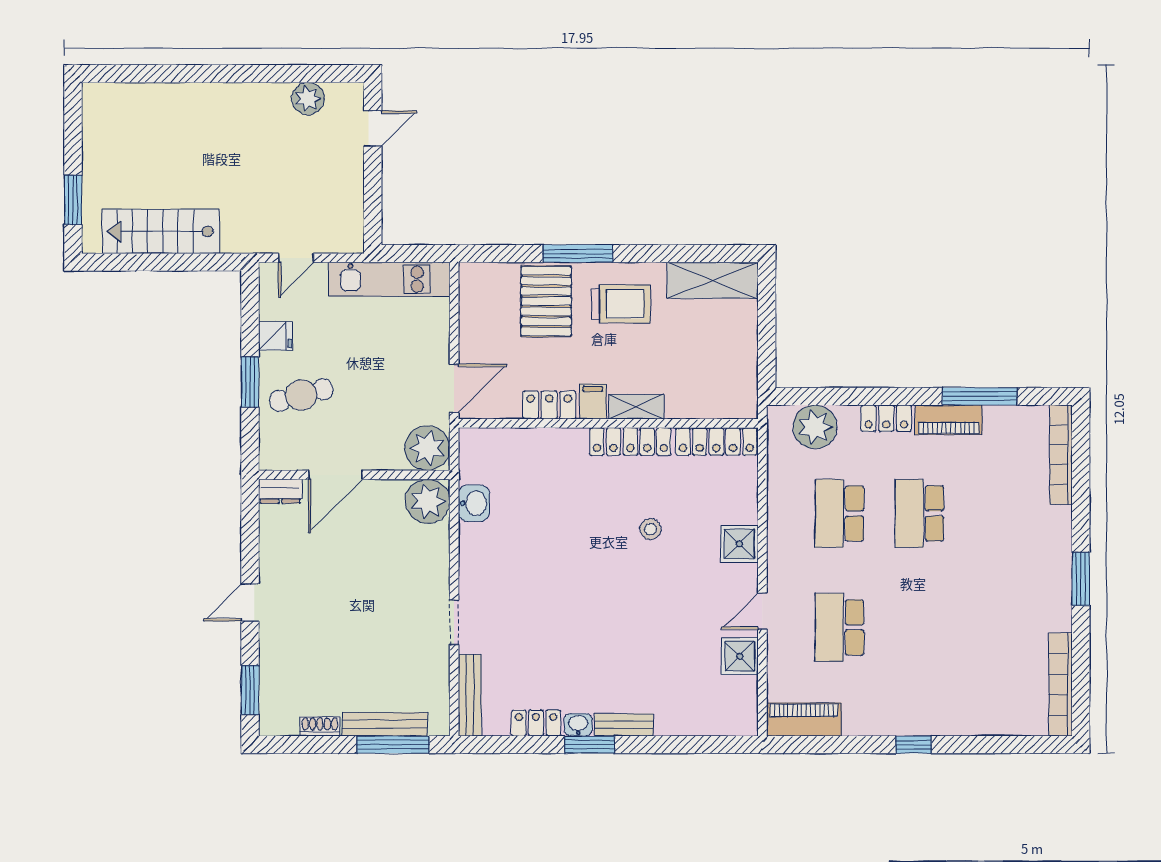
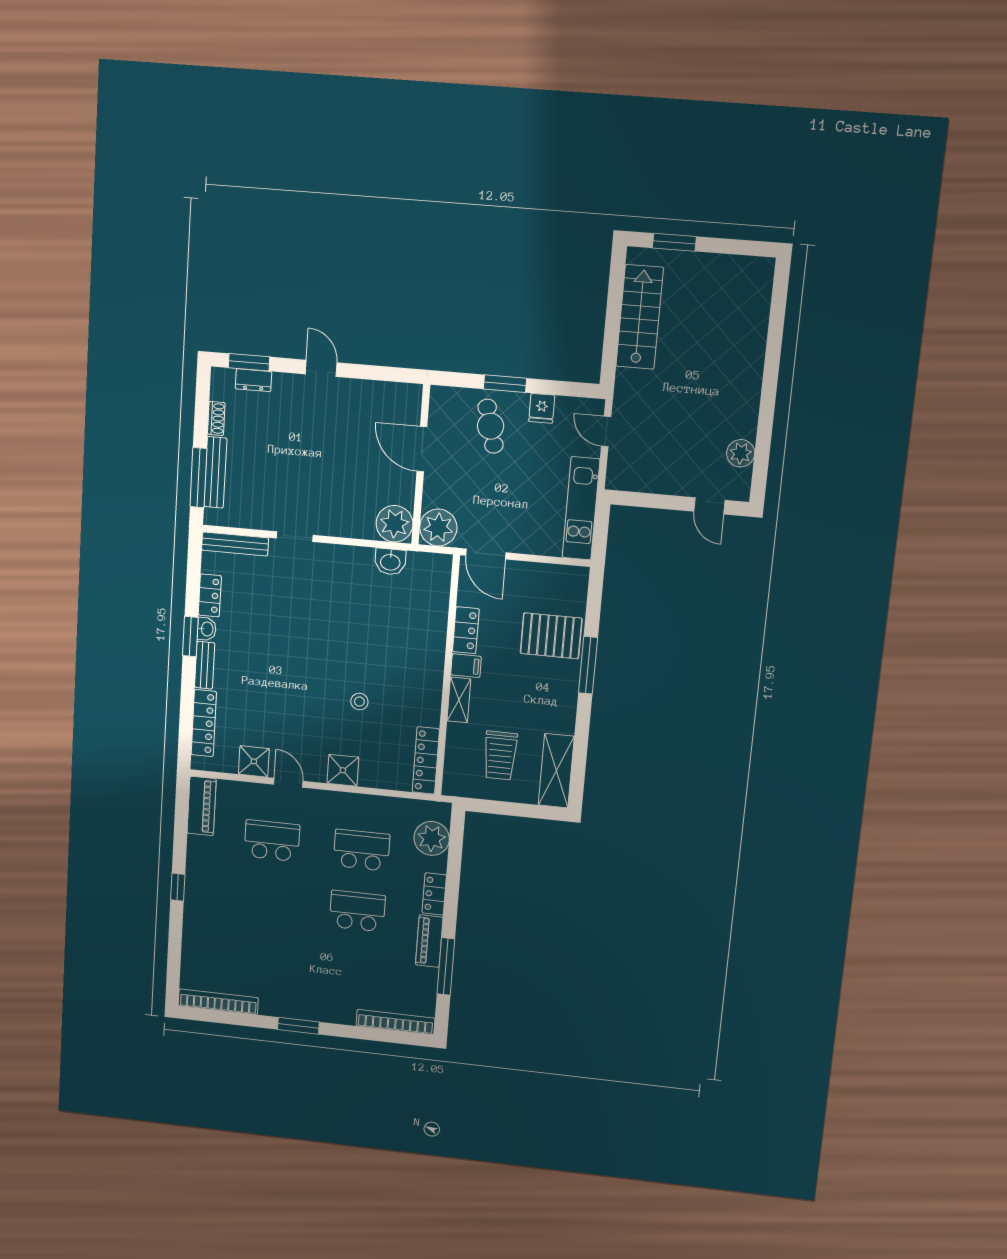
trolley: (621, 304) -> (500, 755), moved
locker: (630, 442) -> (204, 723), moved, turned 180
dresser: (280, 491) -> (253, 380), moved, turned -90

